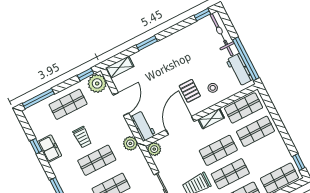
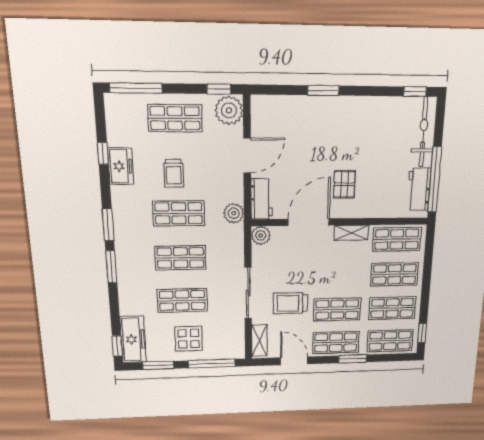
shelving: (120, 67) -> (270, 104), removed
stool: (213, 88) -> (374, 195), removed
shop shelf: (218, 150) -> (392, 308), moved

